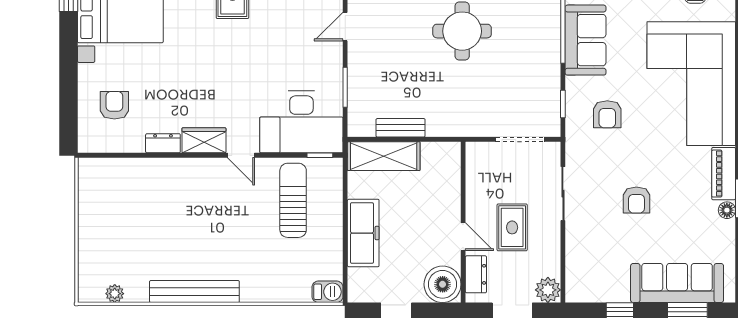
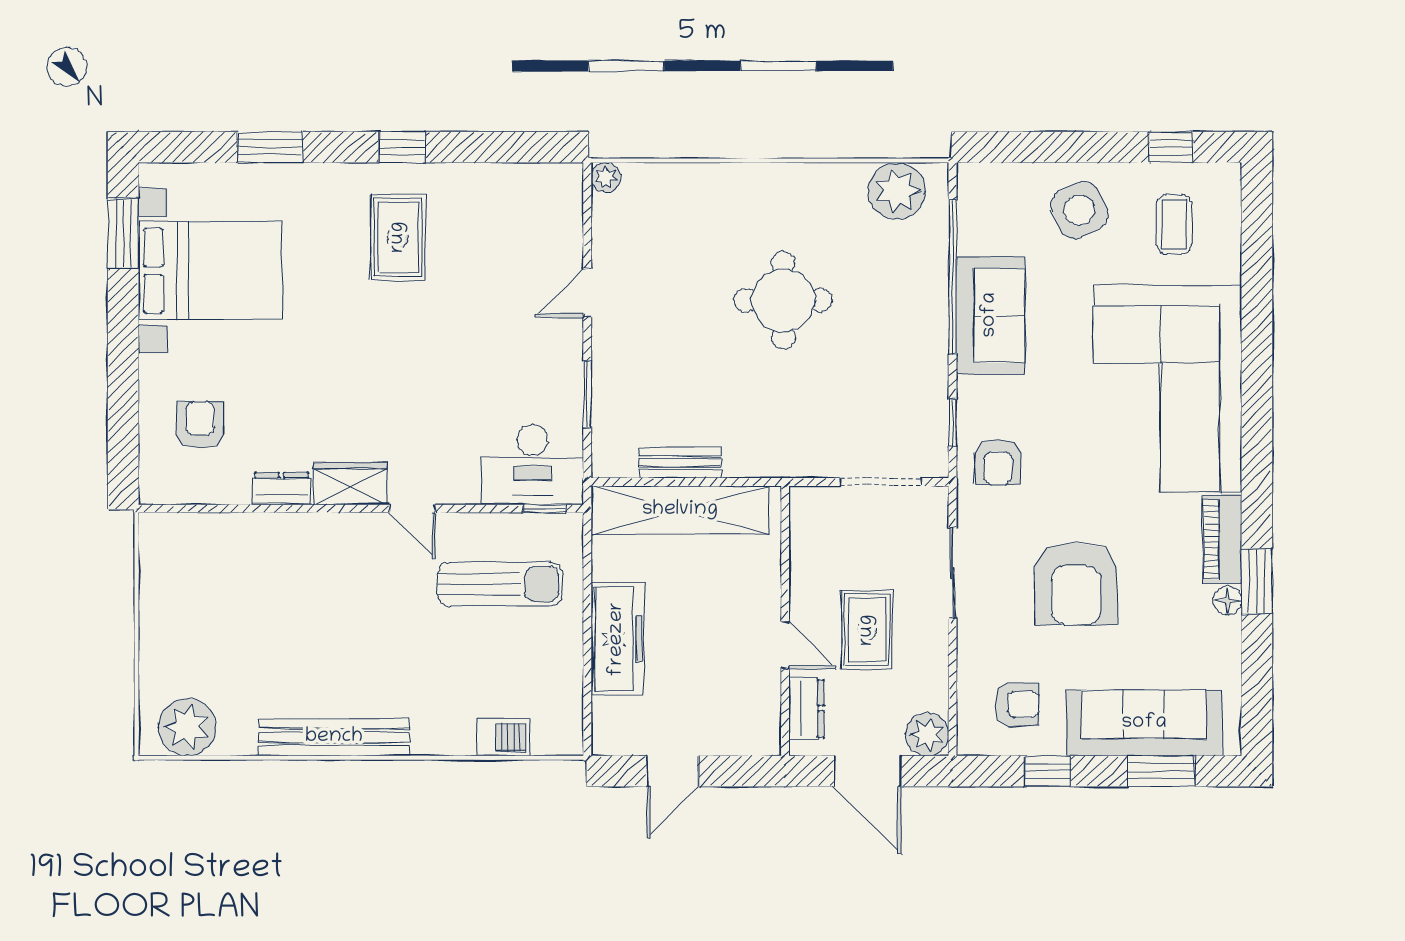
armchair: (607, 114) -> (998, 462), moved
desk: (301, 122) -> (532, 465), width x0.73, depth x0.77
shelving: (384, 156) -> (680, 510), width x1.47
sun lounger: (293, 200) -> (500, 584), turned 90
armchair: (636, 200) -> (1076, 584), width x1.88, depth x1.88
armchair: (602, 272) -> (1017, 704), added
boiler: (443, 284) -> (750, 725), removed
barbecue: (328, 292) -> (503, 738), moved
plant: (115, 294) -> (187, 727), width x1.88, depth x1.88

